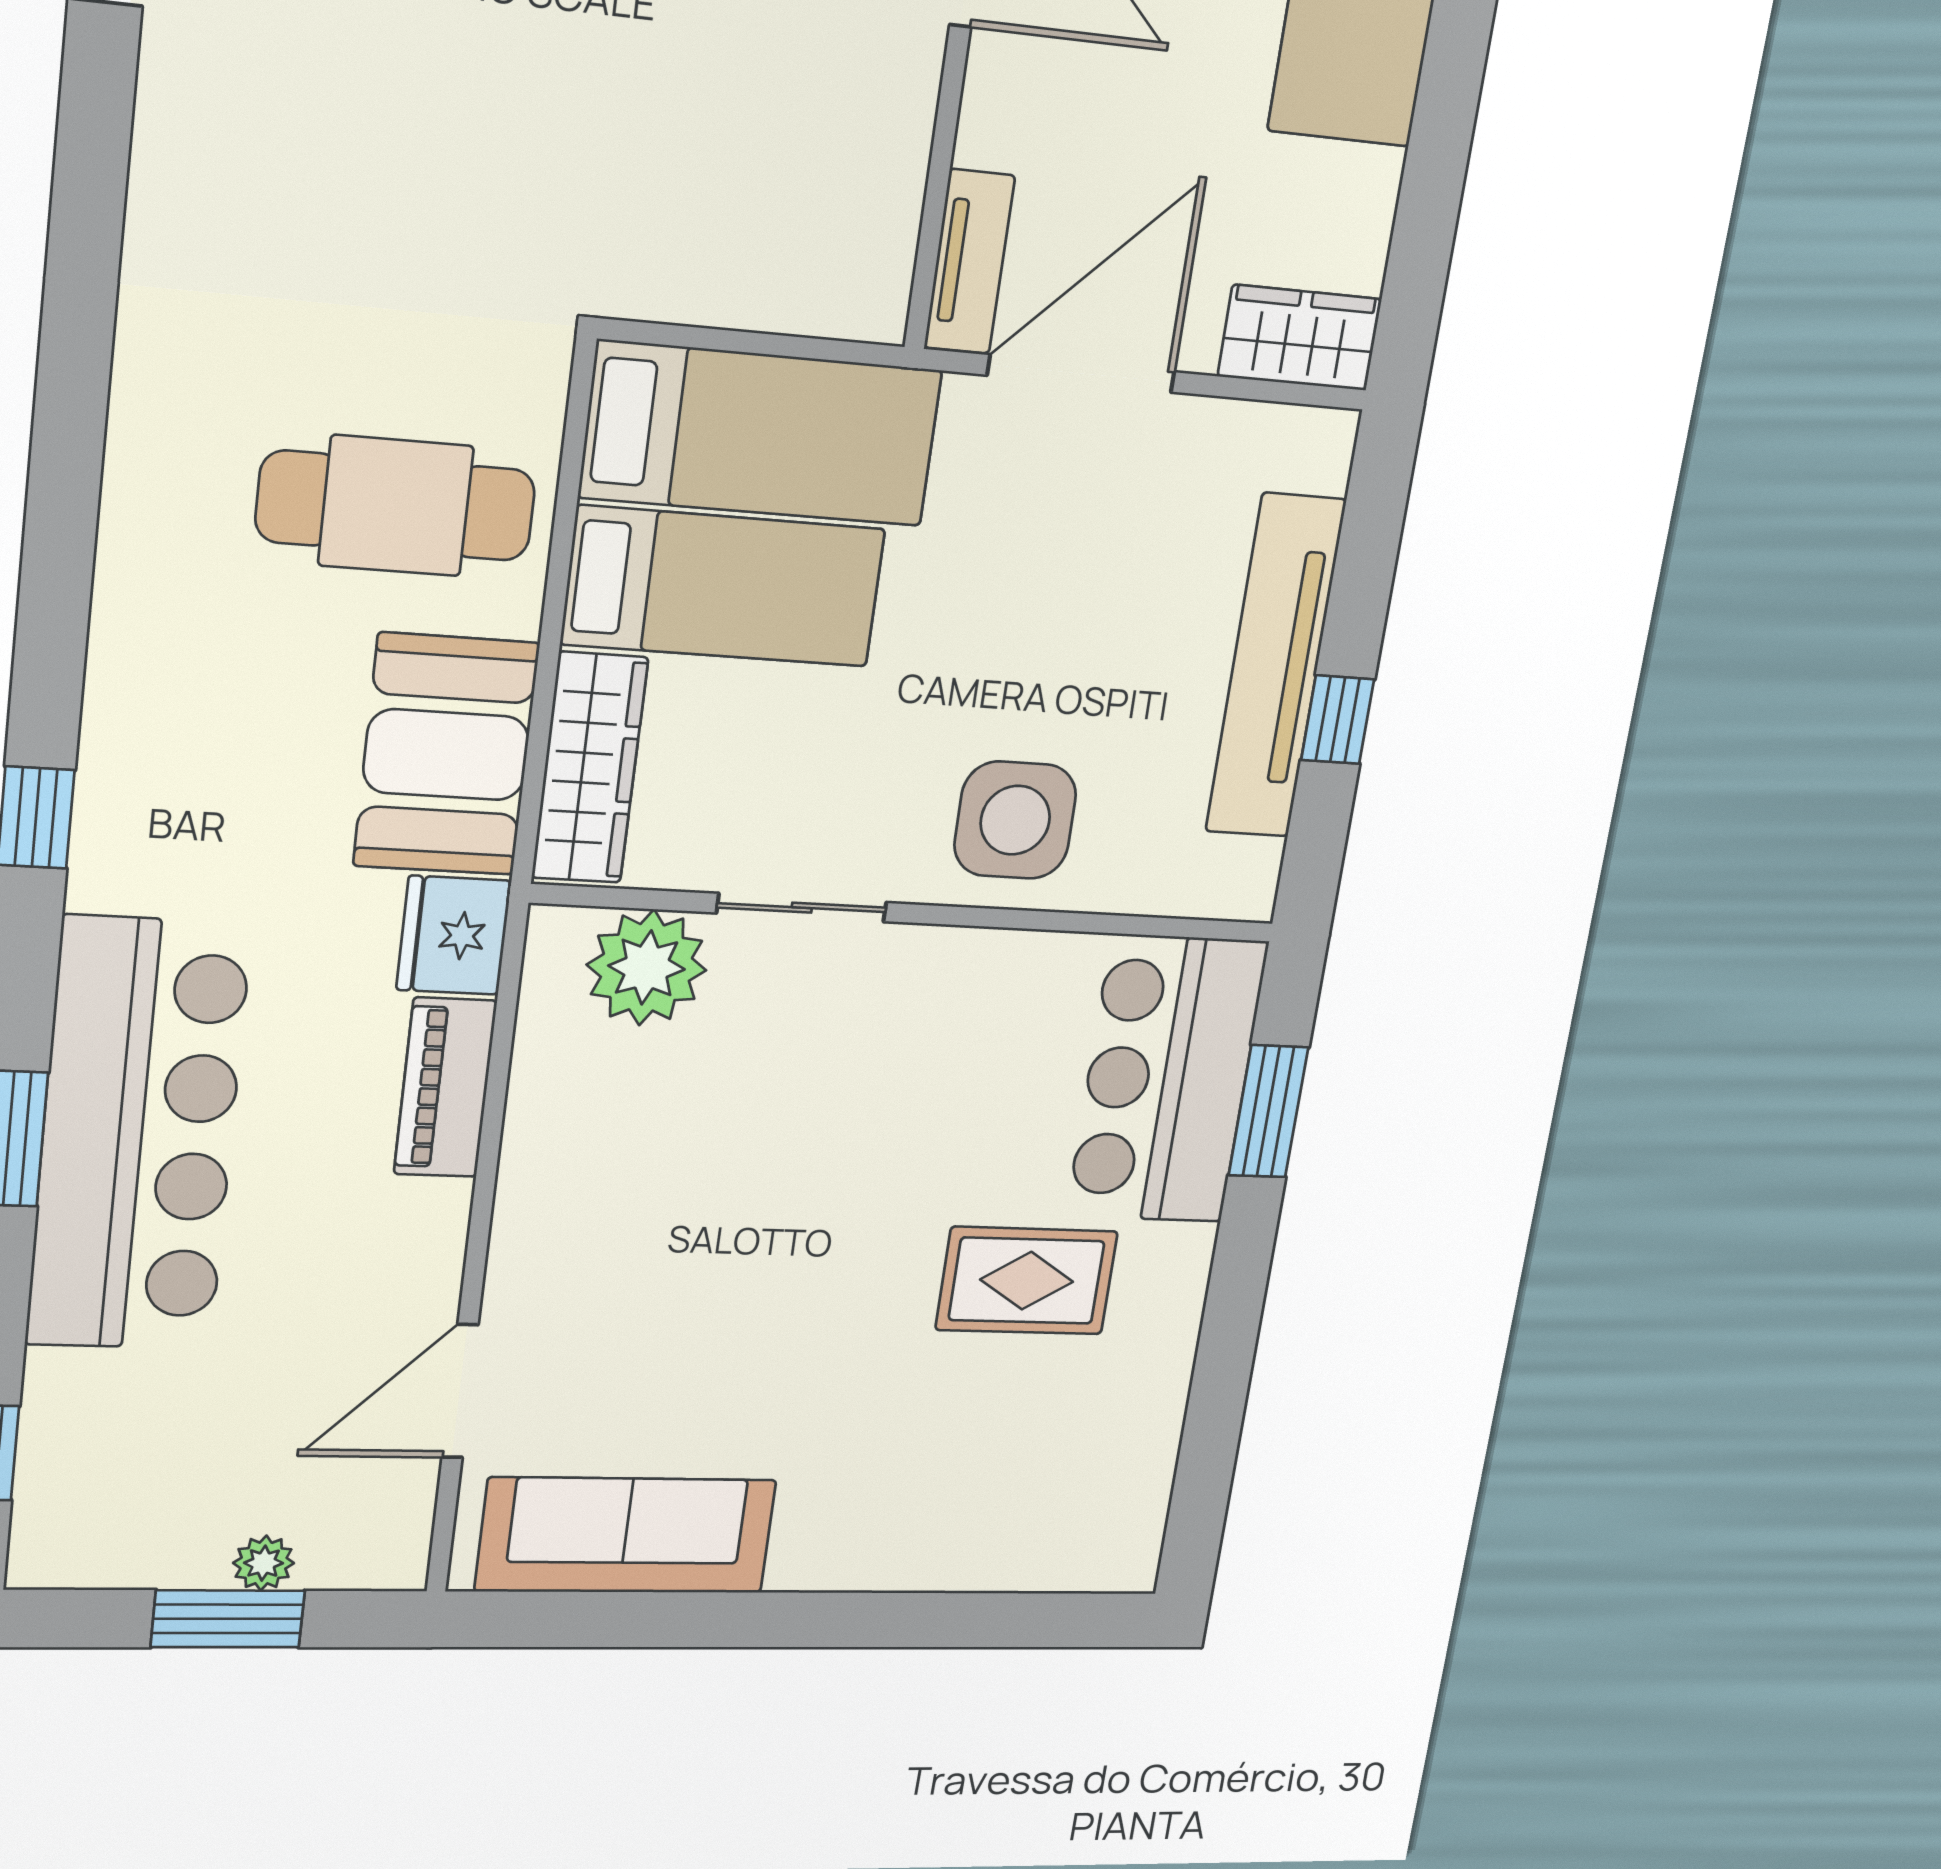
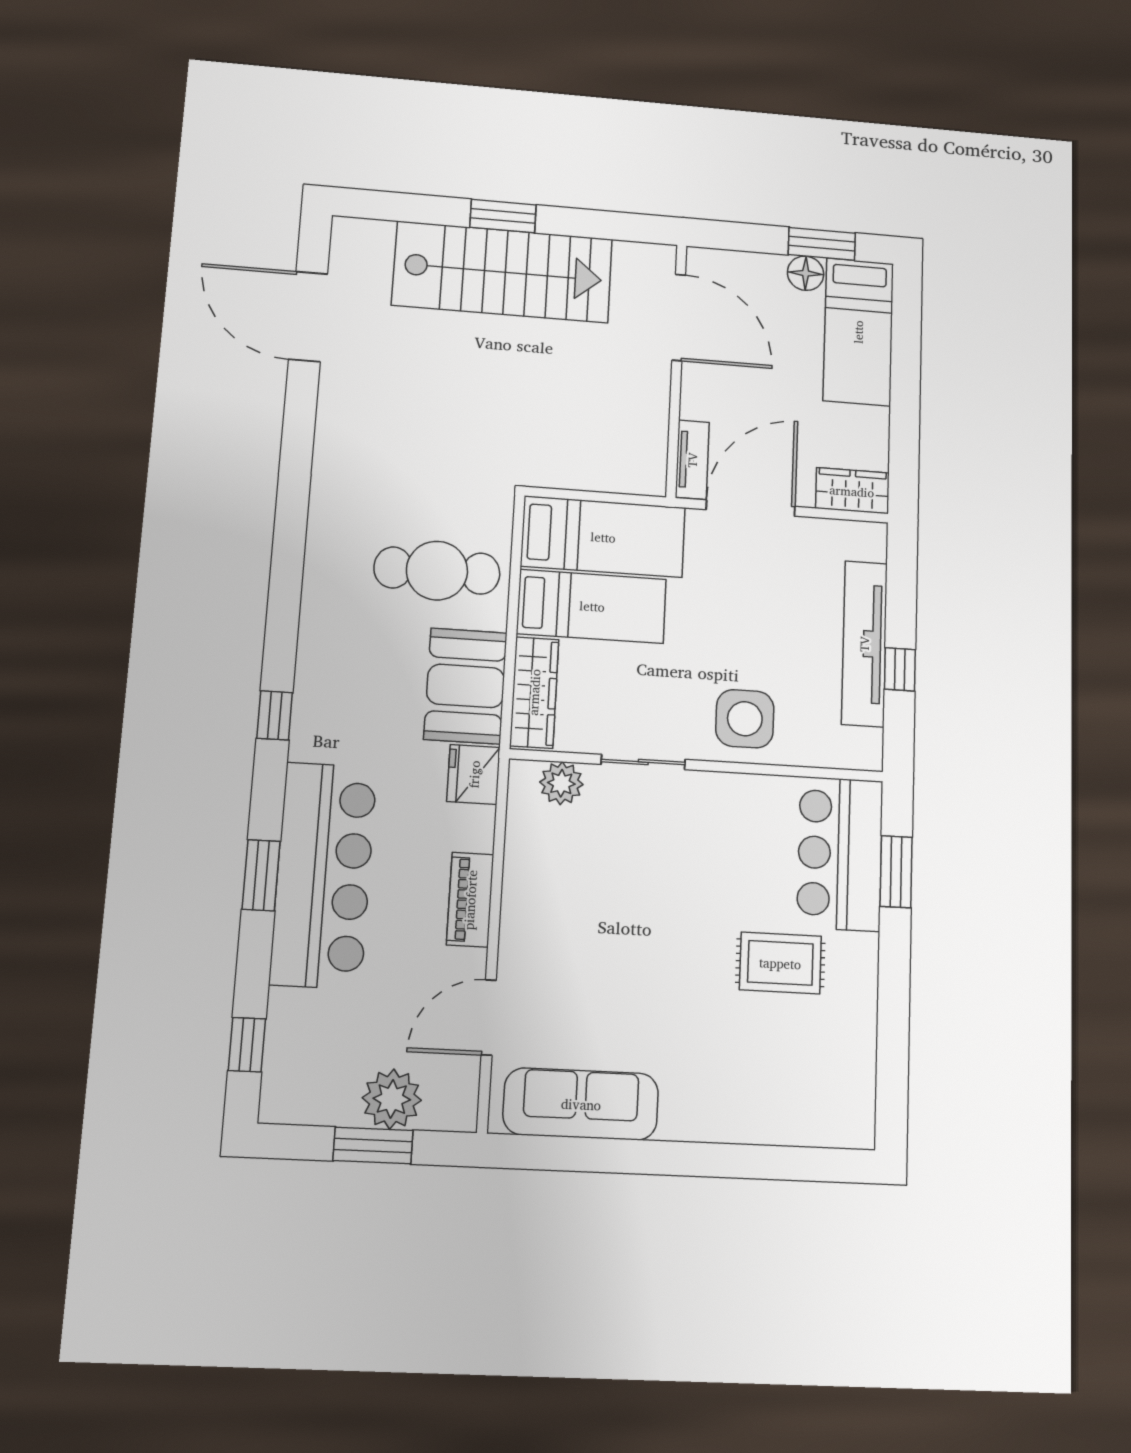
plant: (647, 967) -> (561, 783), width x0.73, depth x0.73
piano: (445, 1088) -> (470, 900), moved
plant: (264, 1563) -> (392, 1099), width x1.88, depth x1.88

